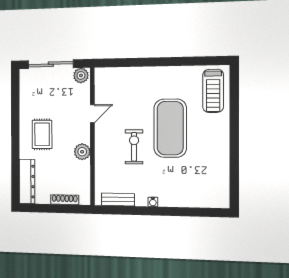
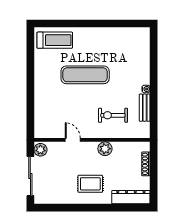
exercise mat: (170, 128) -> (85, 75), width x0.68
exercise bike: (134, 147) -> (113, 115), moved
bench: (118, 199) -> (145, 108), moved

